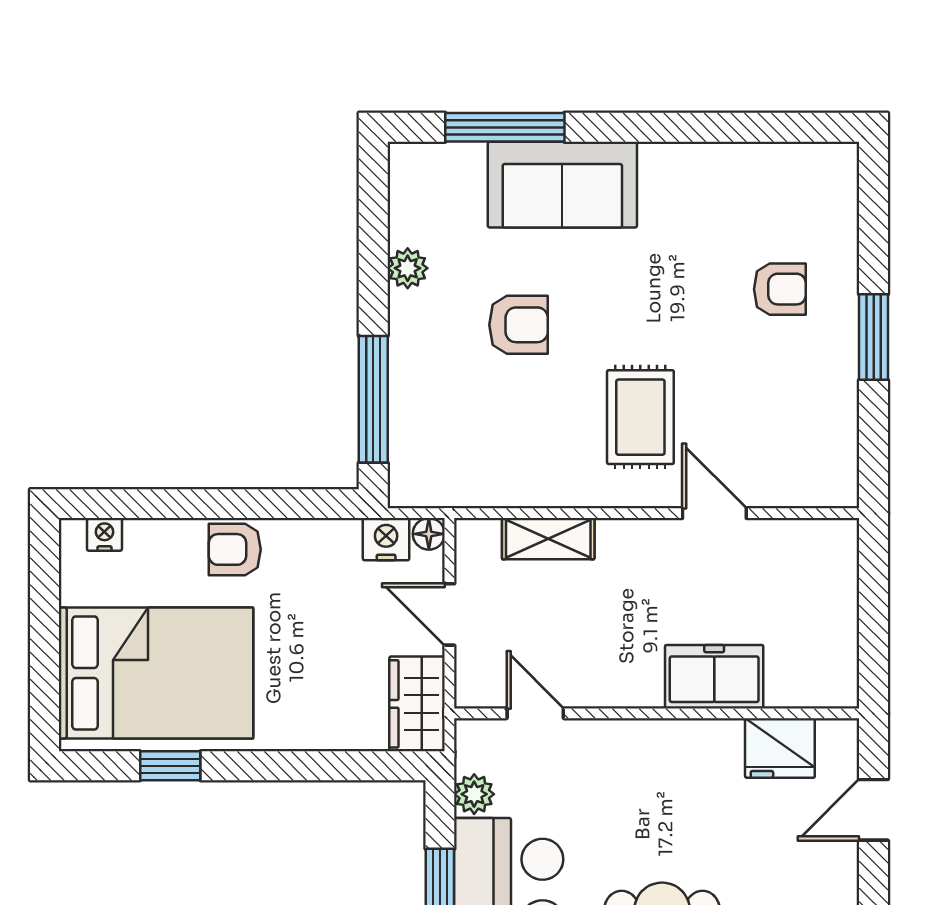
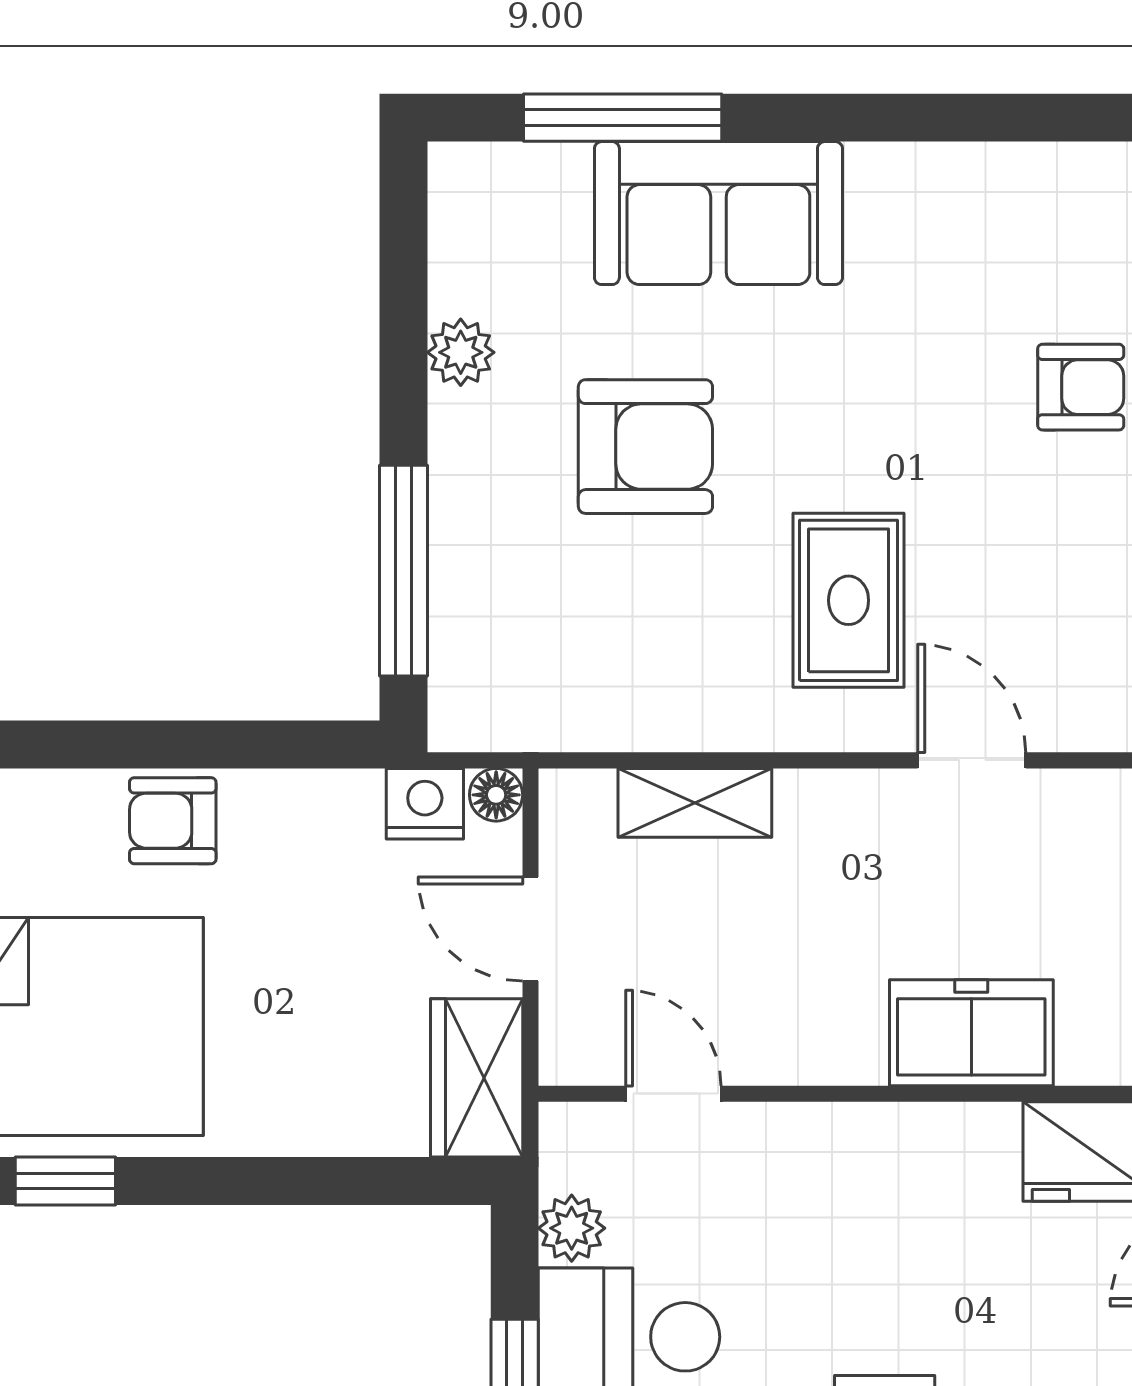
armchair: (518, 325) -> (645, 447), width x1.38, depth x1.38

